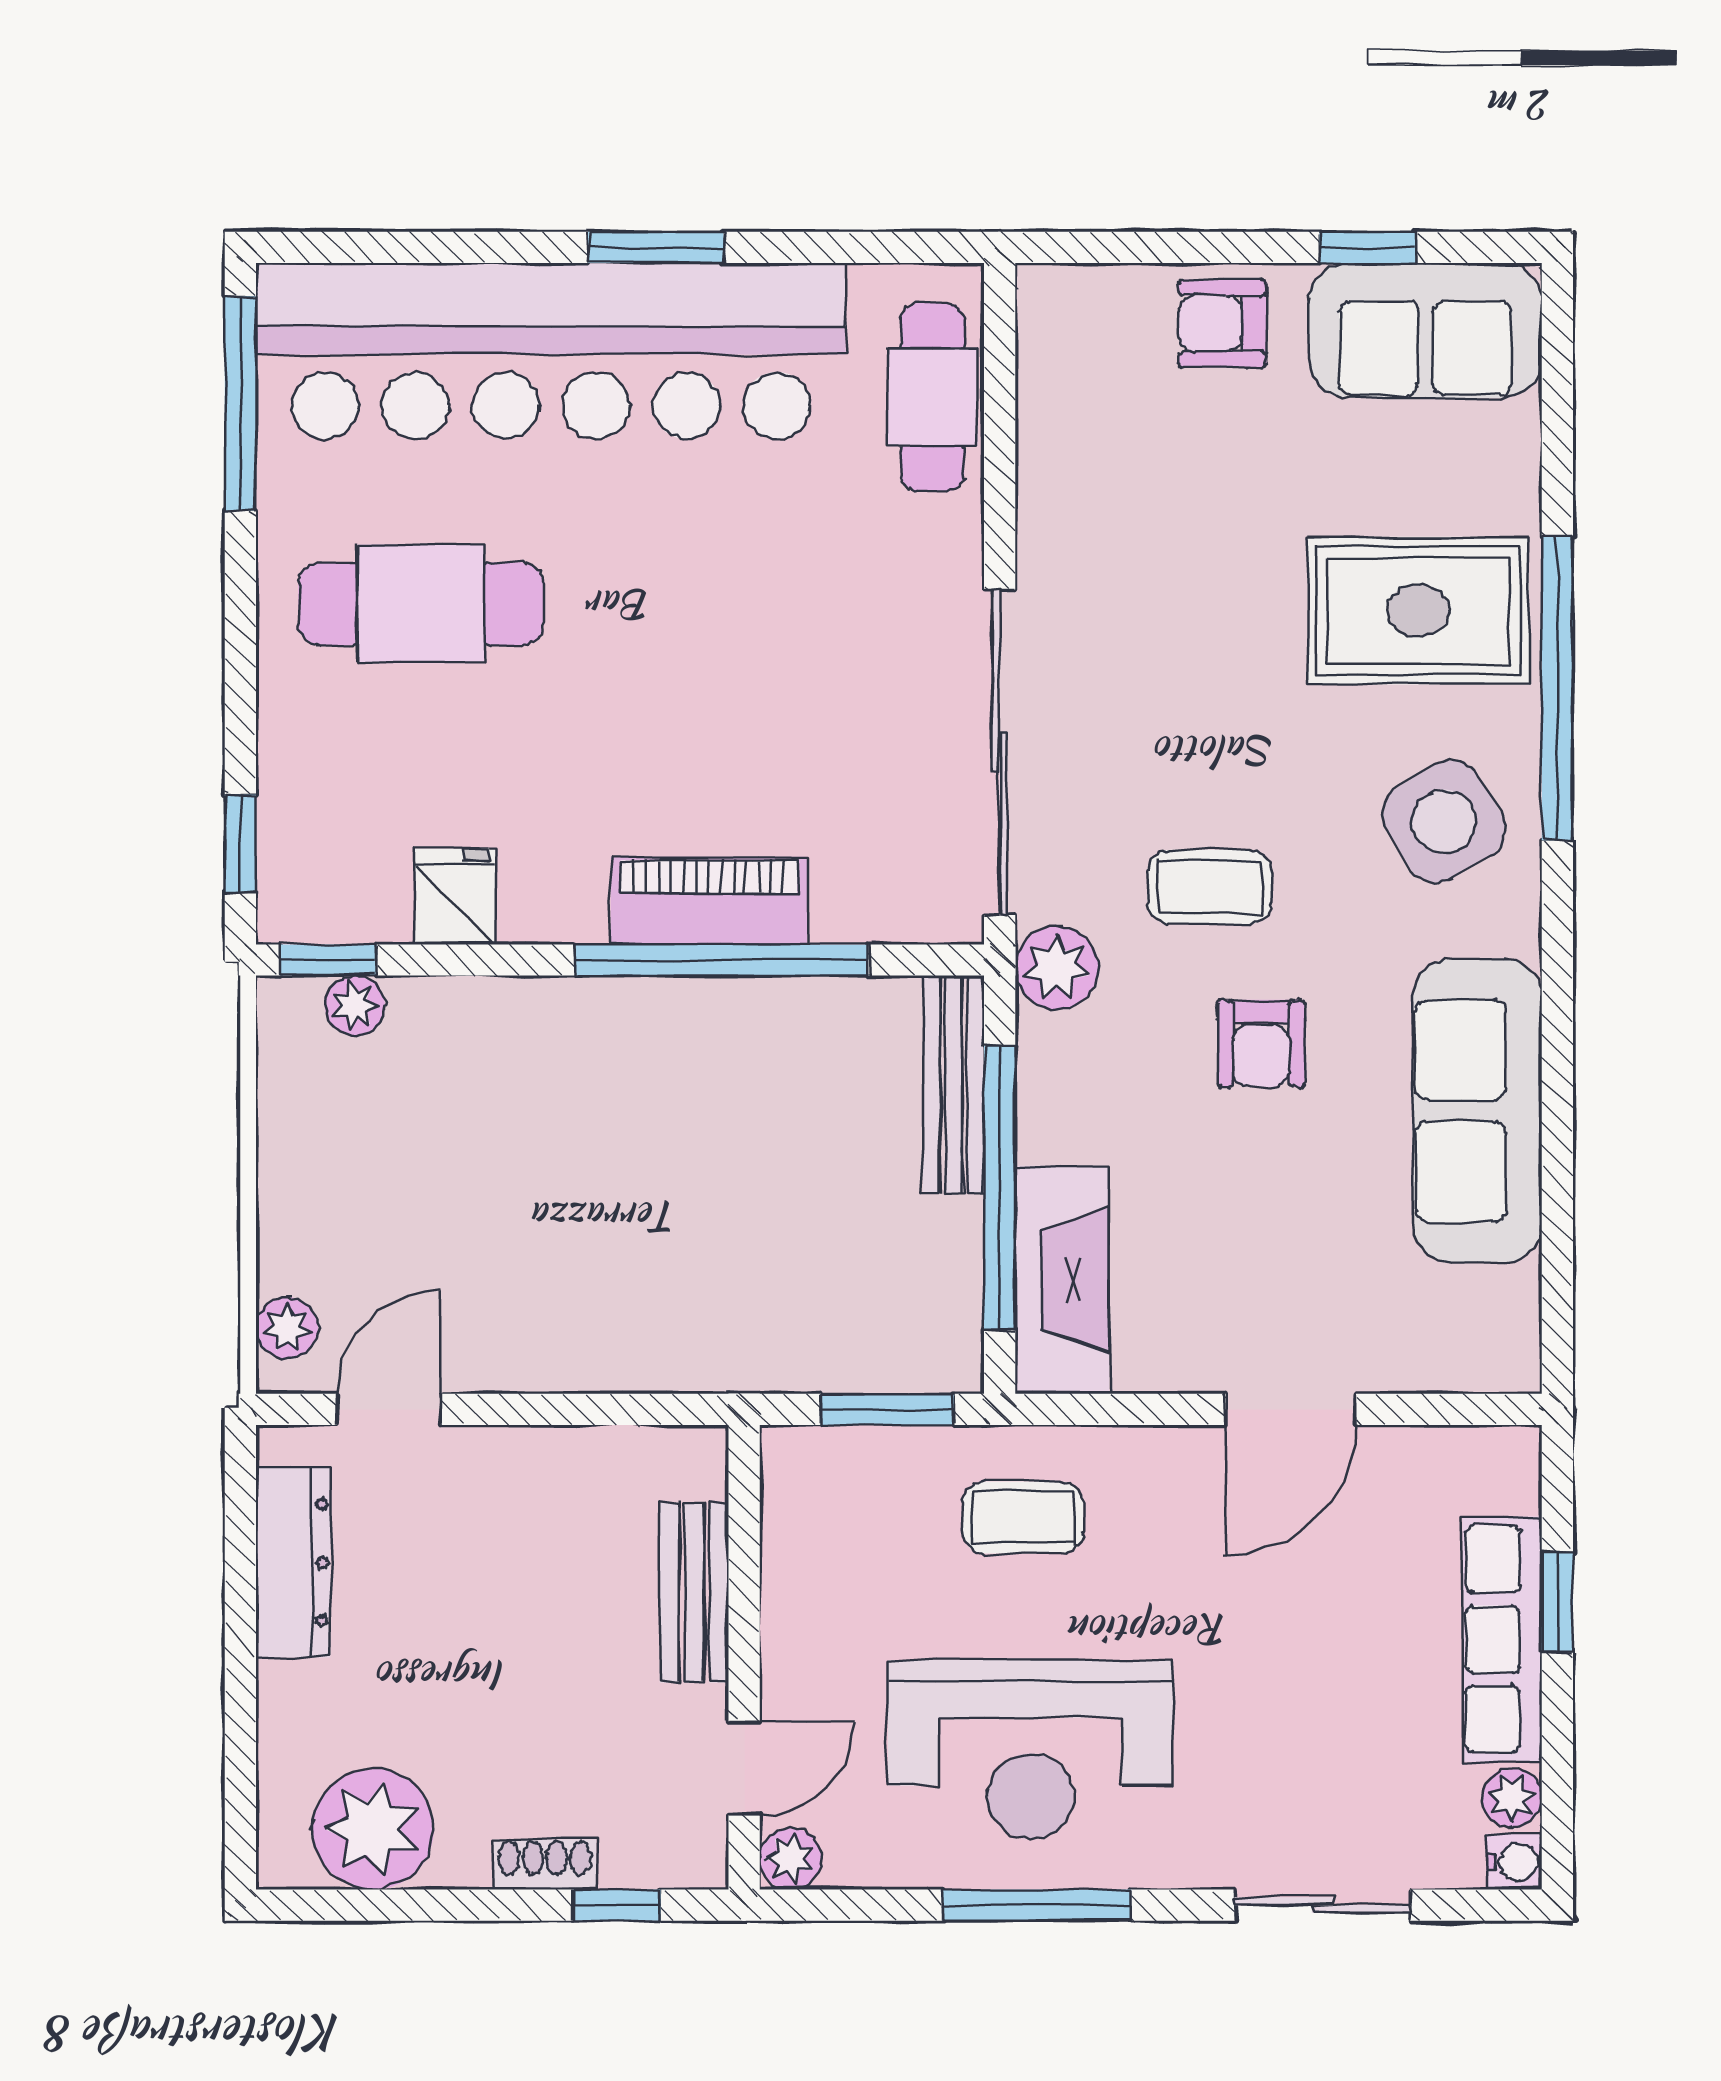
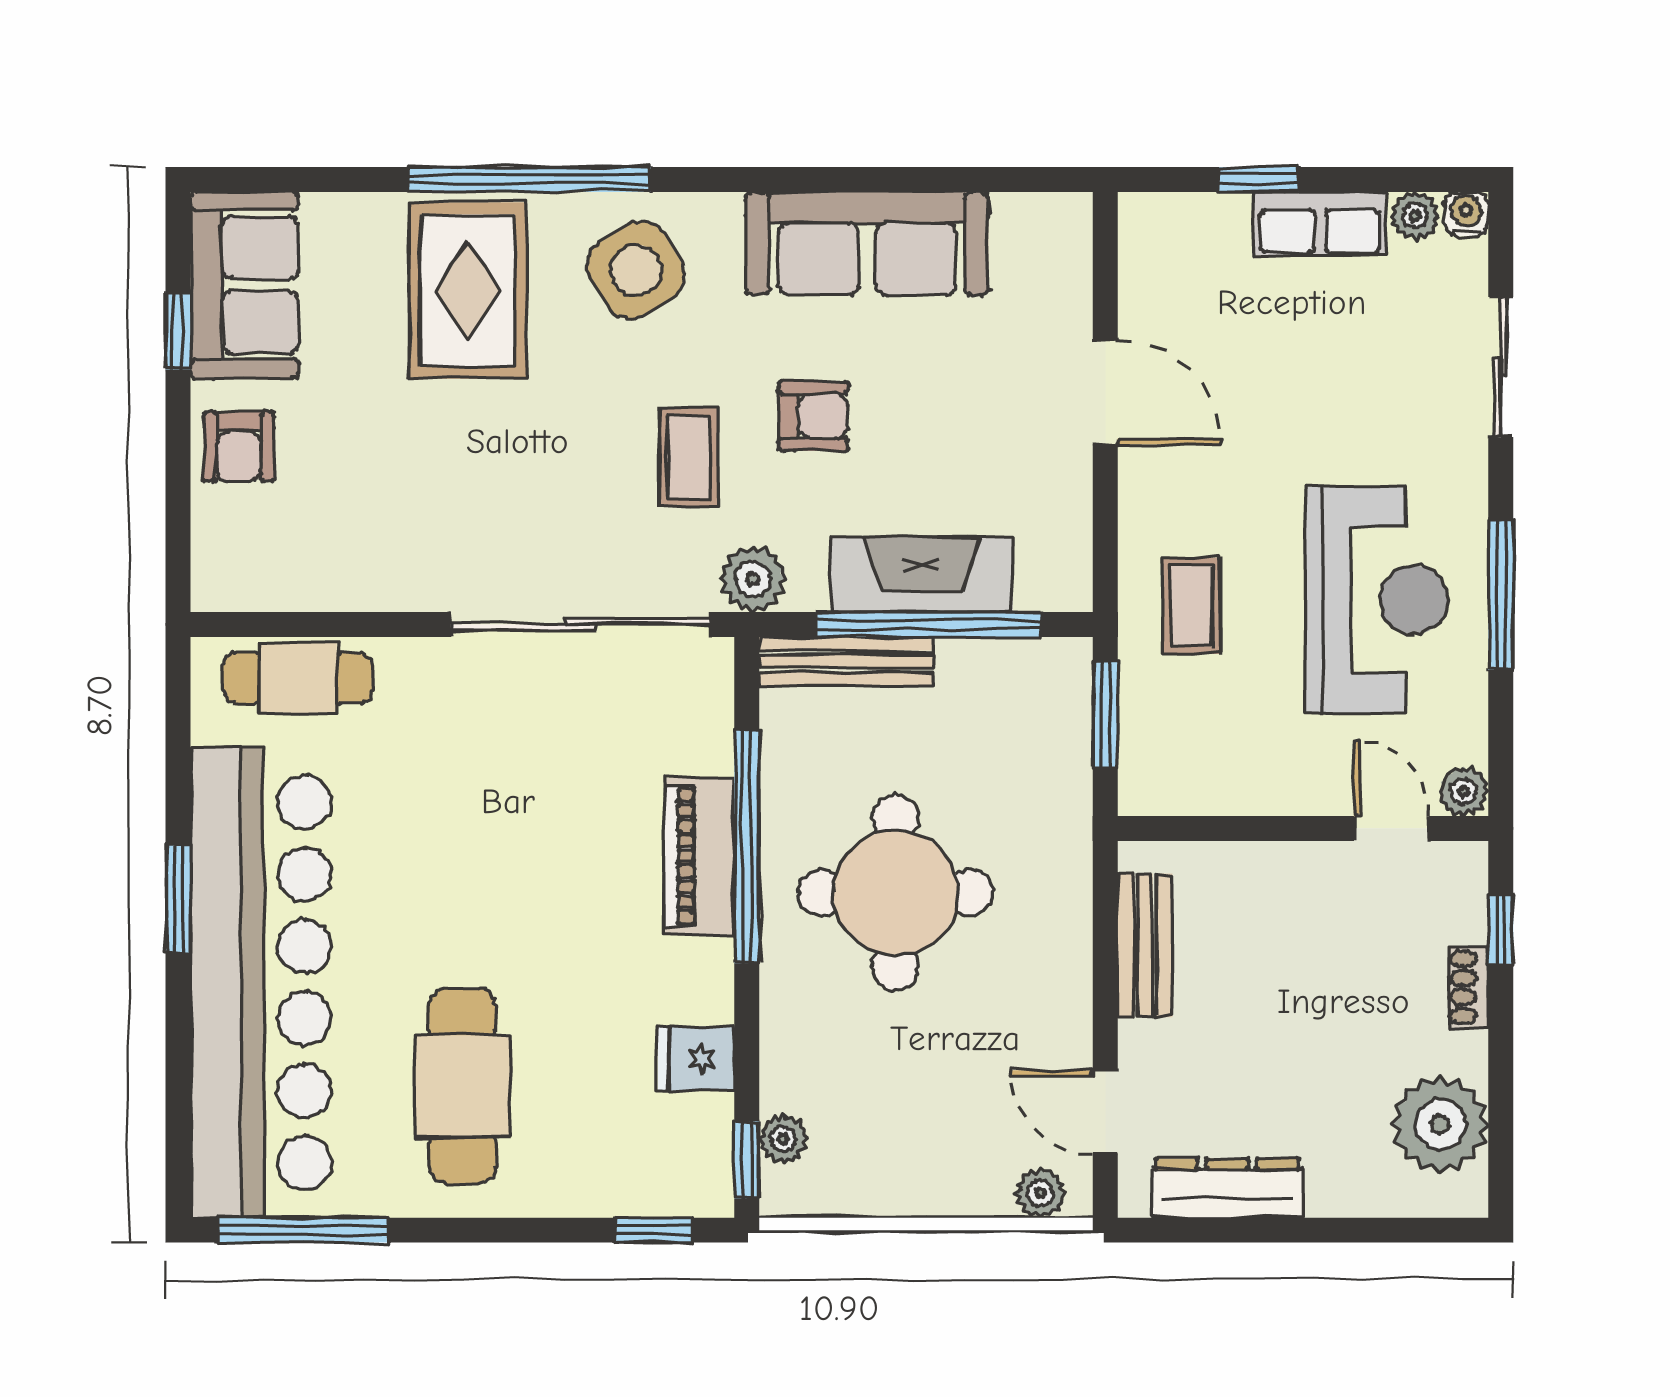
round table: (663, 1147) -> (896, 893), added
fireplace: (1062, 1280) -> (922, 575), moved
bench: (694, 1593) -> (1145, 945), moved, turned 90
row of seats: (1502, 1639) -> (1320, 223), width x0.68

